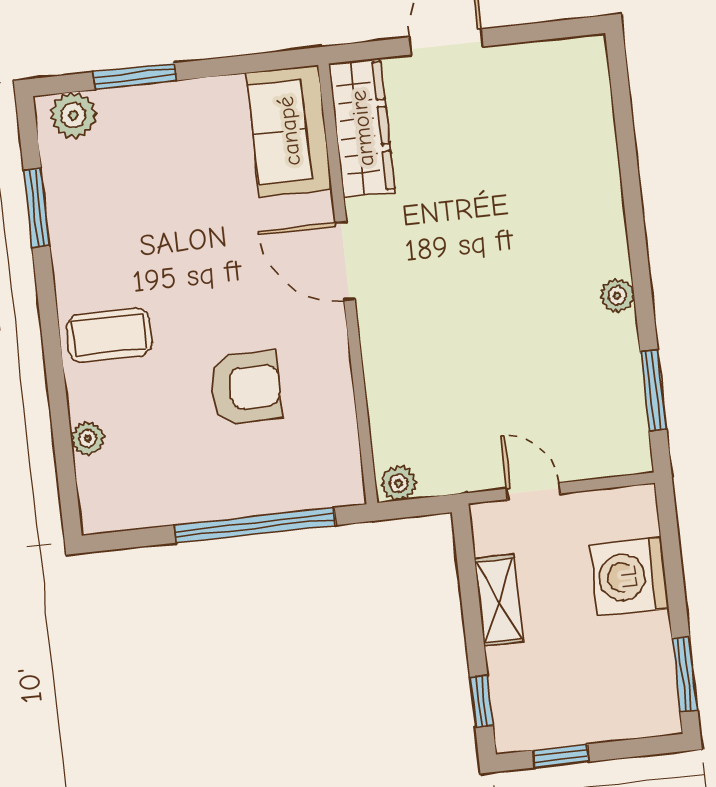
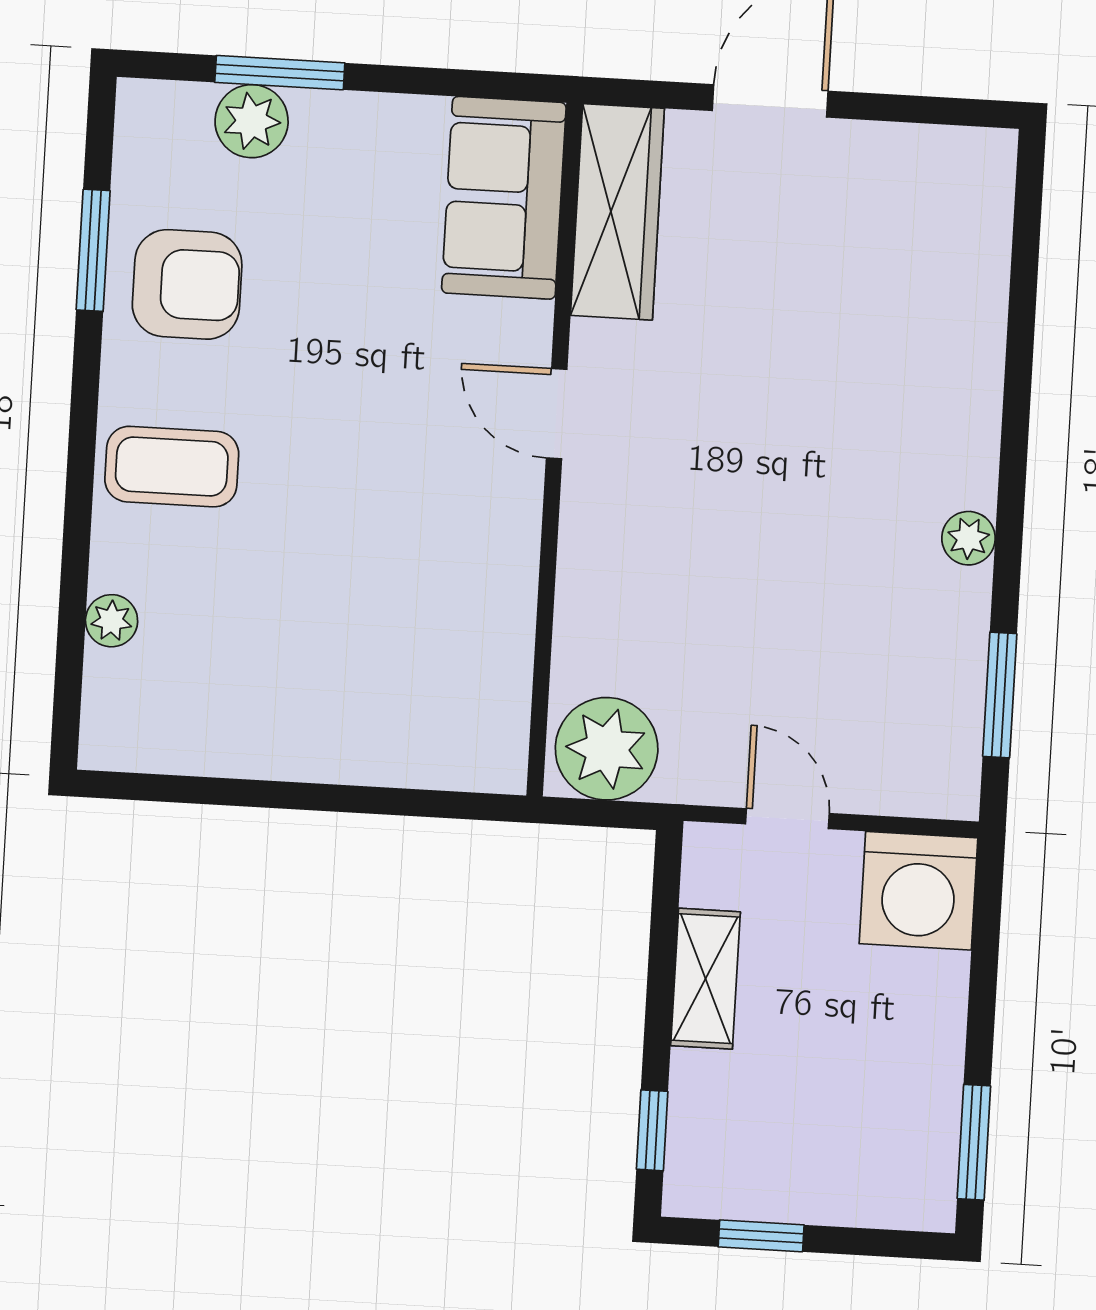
plant: (73, 115) -> (252, 121), moved
door: (345, 261) -> (557, 414), width x0.73
armchair: (245, 388) -> (187, 284), moved
plant: (399, 483) -> (607, 749), width x1.88, depth x1.88
window: (255, 525) -> (348, 799), removed
washing machine: (629, 577) -> (919, 891), moved, turned -90

